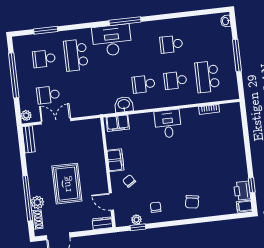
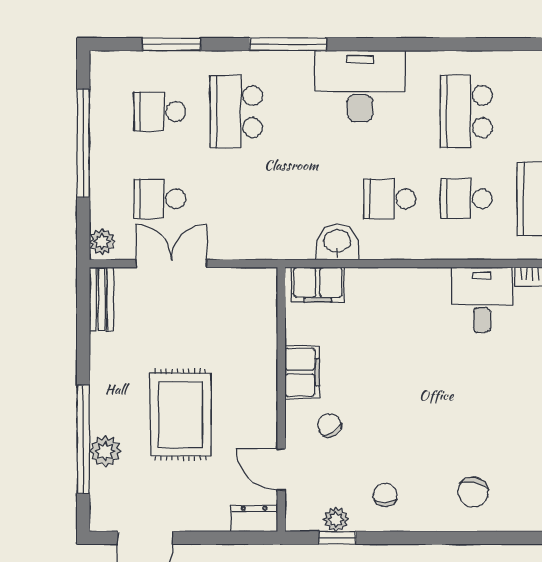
window: (125, 21) -> (288, 44), moved
desk: (112, 40) -> (360, 86), moved
school desk: (171, 44) -> (466, 112), width x1.85
desk: (168, 124) -> (482, 300), moved
shoe rack: (37, 219) -> (100, 492), removed

